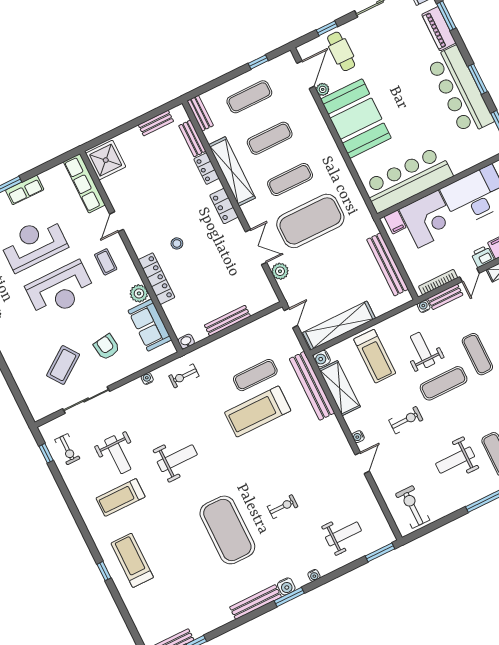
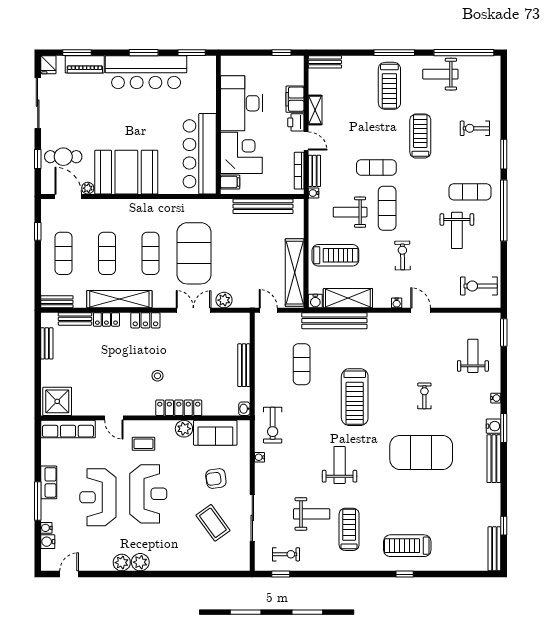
exercise bike: (184, 376) -> (273, 425), width x1.38, depth x1.39
treadmill: (258, 412) -> (355, 397), moved
treadmill: (121, 497) -> (349, 529), turned 180

